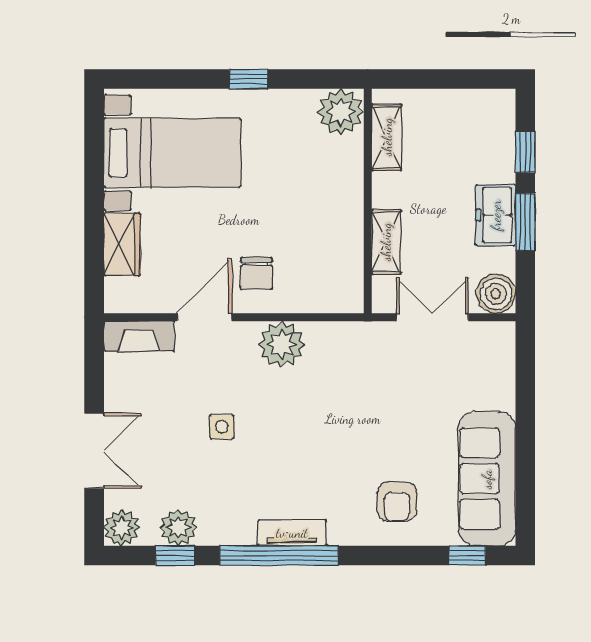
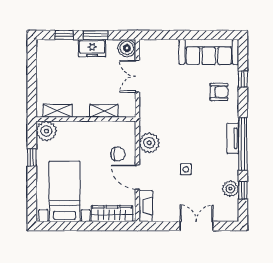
plant: (341, 112) -> (46, 131), moved
shelving: (387, 137) -> (58, 111), moved
wall: (368, 201) -> (86, 119), moved
shelving: (386, 242) -> (104, 111), moved
wardrobe: (122, 244) -> (112, 214), width x1.50
plant: (122, 528) -> (231, 214), removed
window: (468, 555) -> (243, 79), moved

